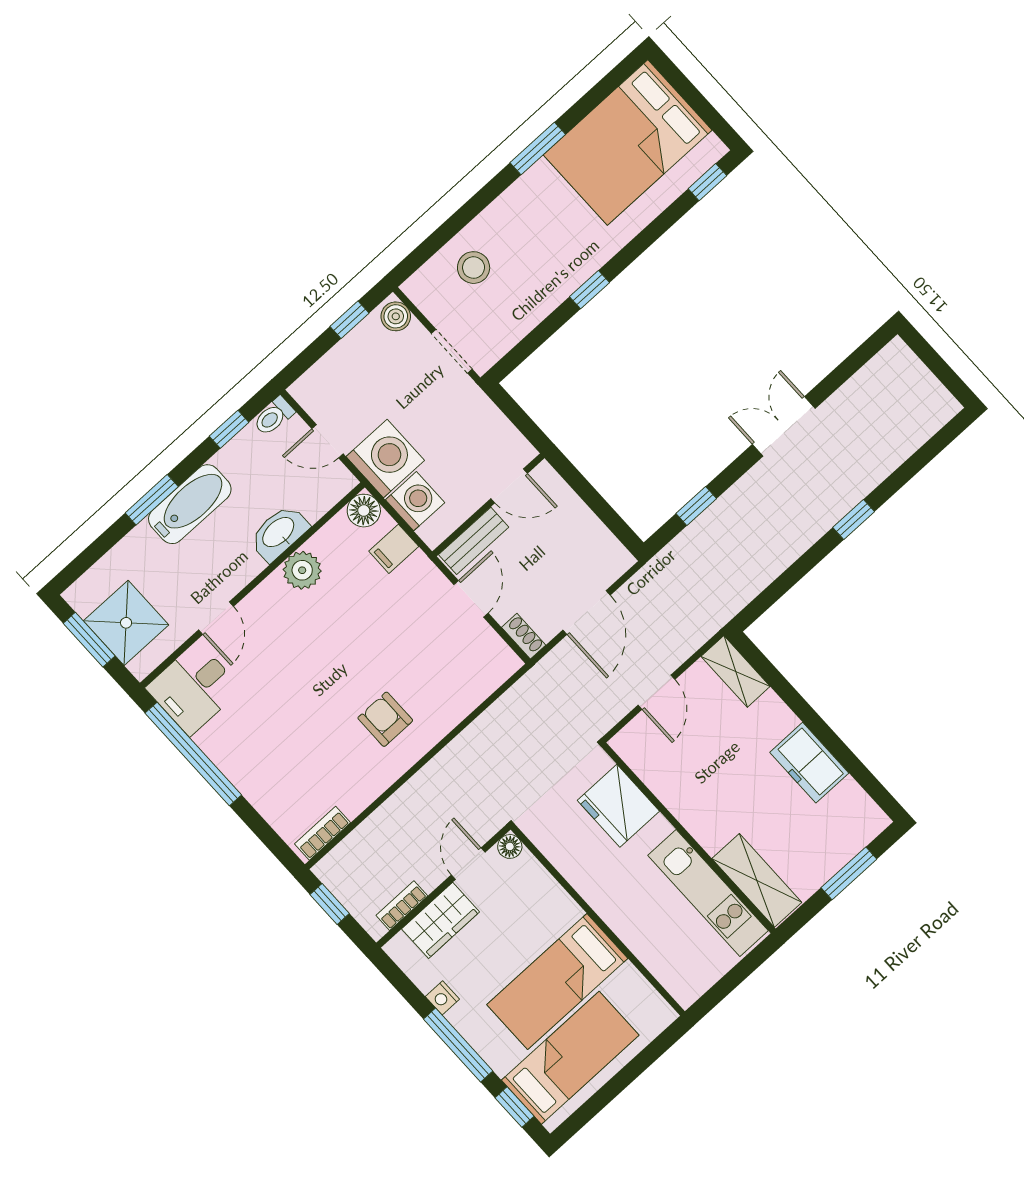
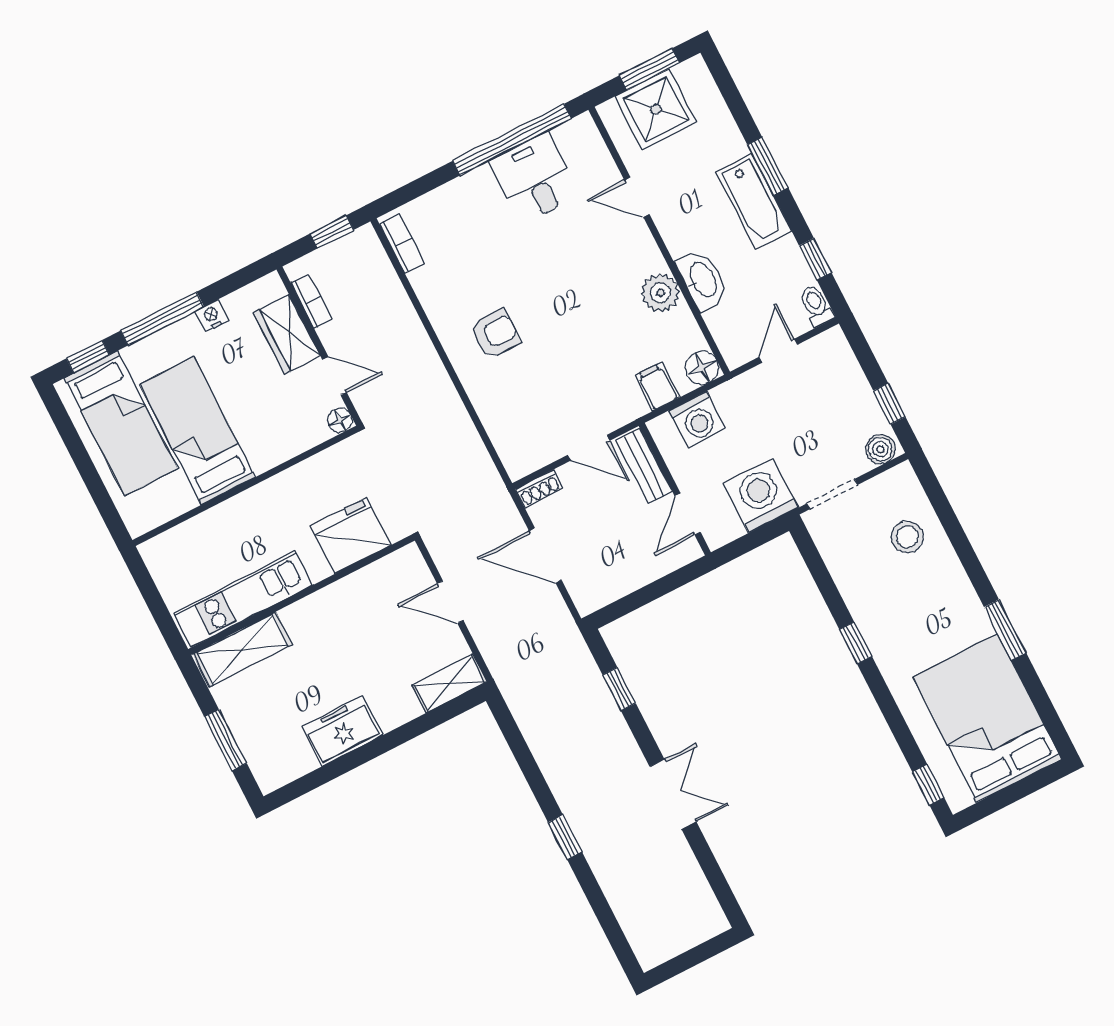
washing machine: (385, 458) -> (761, 496), moved, turned 180
desk: (194, 688) -> (535, 178), moved

